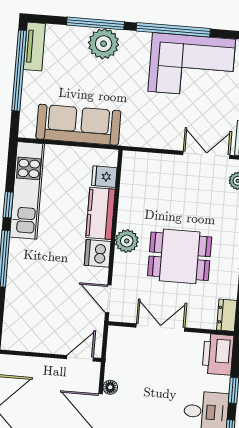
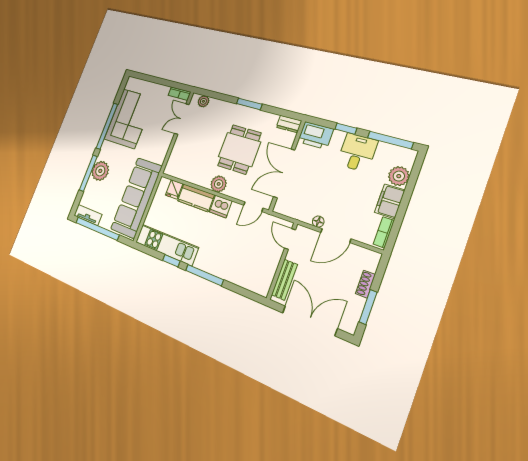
sofa: (78, 125) -> (136, 198), width x1.36, depth x1.27
double door: (160, 328) -> (284, 173), width x1.37
bench: (29, 365) -> (284, 280), added

